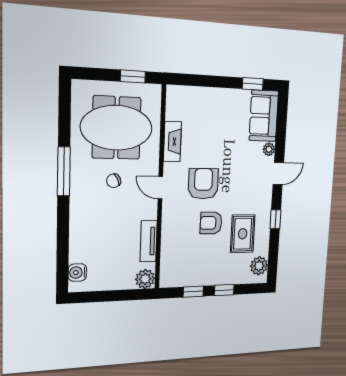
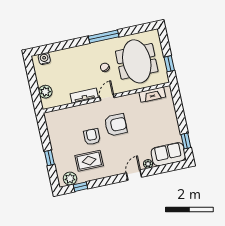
fireplace: (172, 142) -> (152, 95), moved
door: (278, 173) -> (134, 175), swing flipped
window: (275, 219) -> (80, 187), moved
tv unit: (149, 241) -> (84, 96), moved
plant: (145, 279) -> (45, 92), moved
window: (193, 292) -> (45, 137), removed

